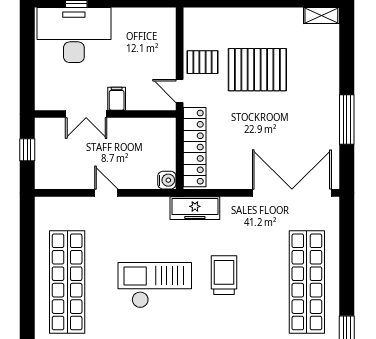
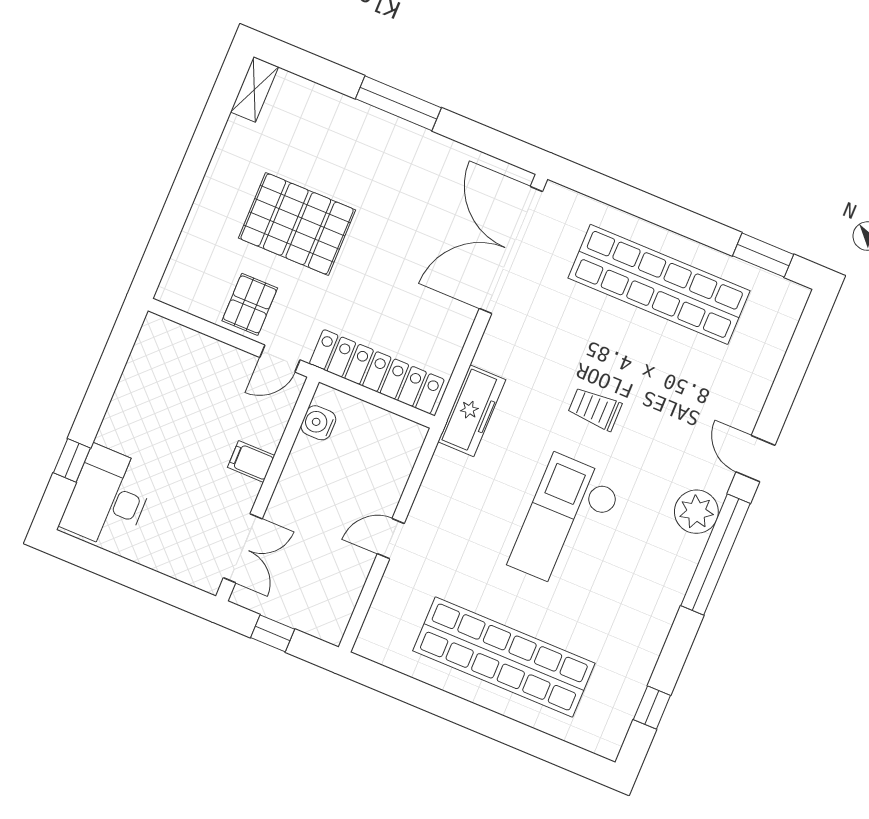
desk: (74, 35) -> (108, 498), width x0.73, depth x0.77
pallet: (257, 70) -> (297, 224), turned 90
double door: (86, 114) -> (243, 548), moved
window: (347, 119) -> (398, 103), moved
water cooler: (167, 180) -> (318, 423), moved, turned -90
trolley: (224, 275) -> (595, 409), width x0.73, depth x0.72

